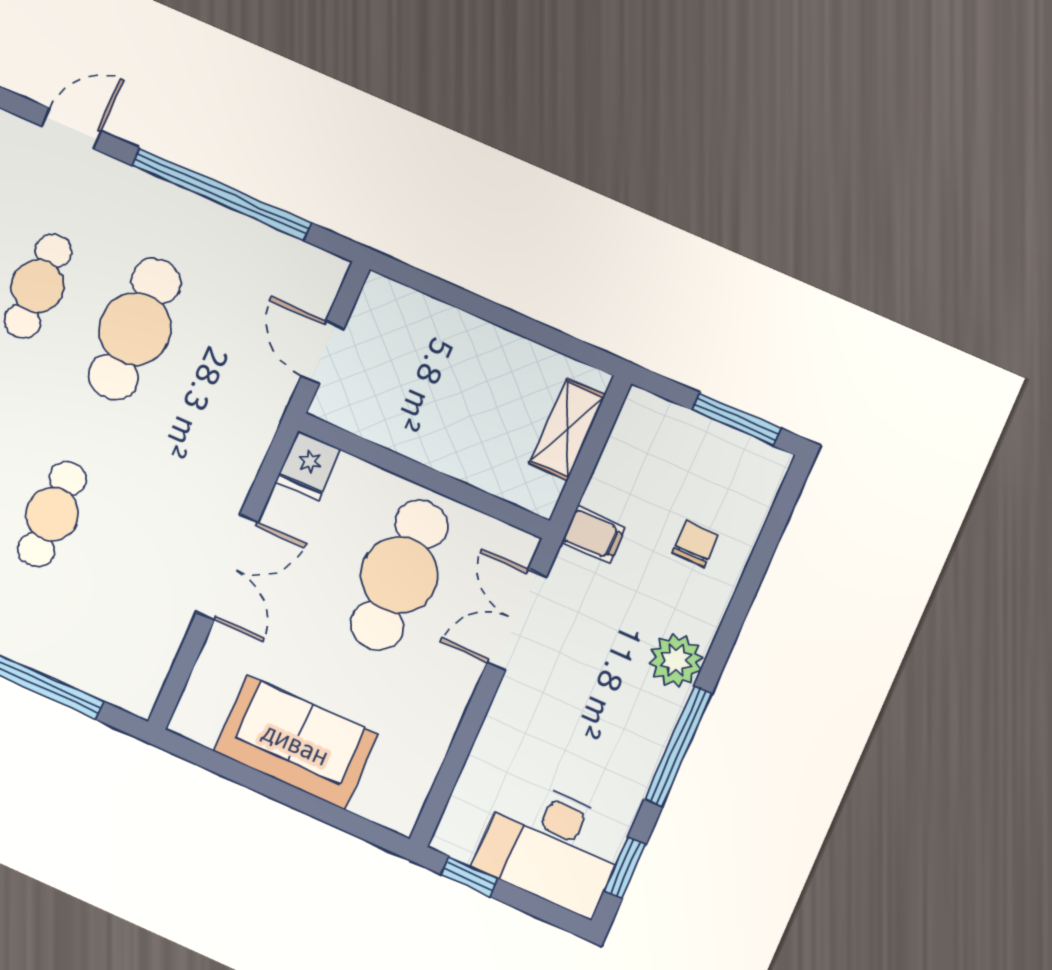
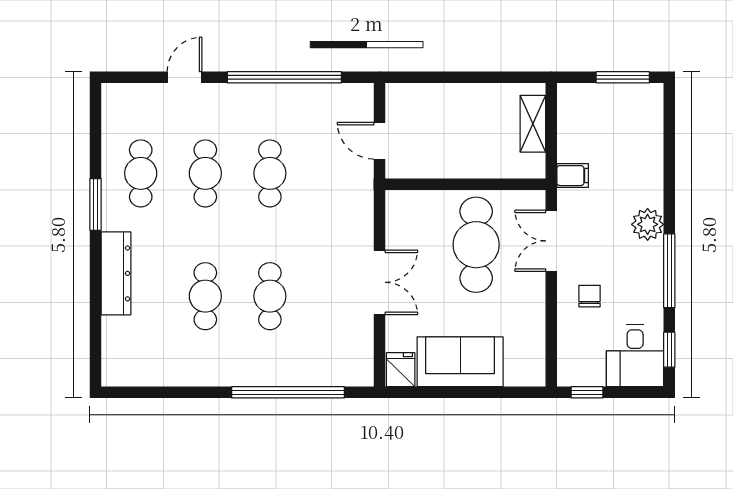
cafe table: (135, 329) -> (270, 173), width x0.73, depth x0.74
fridge: (308, 466) -> (401, 370), moved, turned 180
chair: (695, 544) -> (590, 296), moved
desk: (552, 846) -> (635, 356), width x0.73

